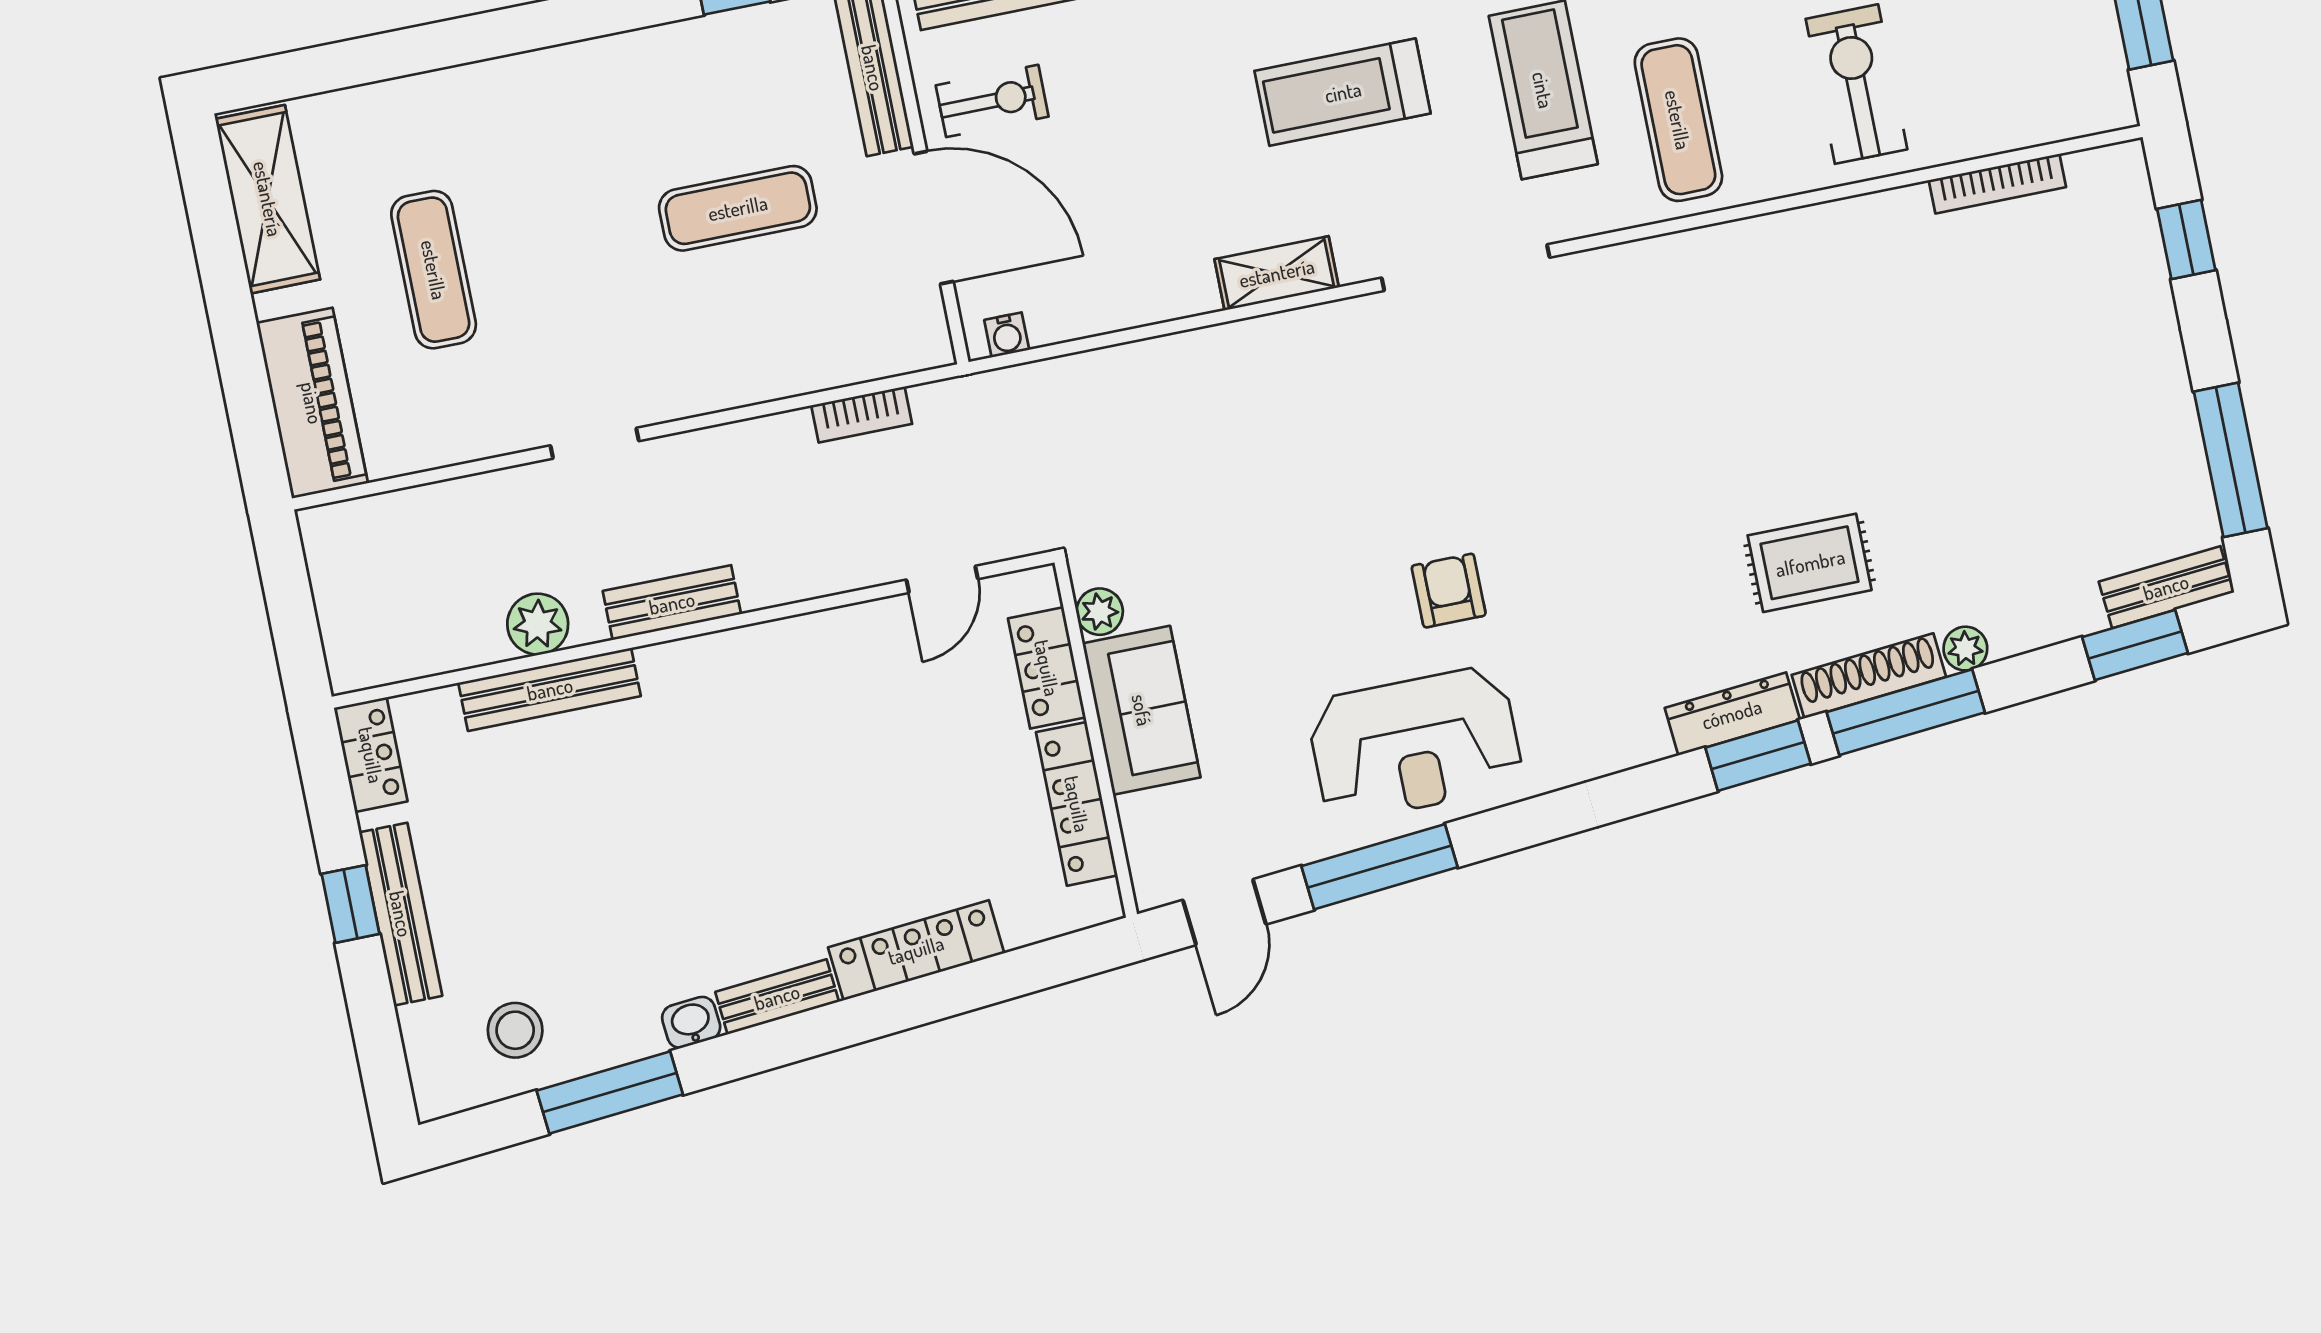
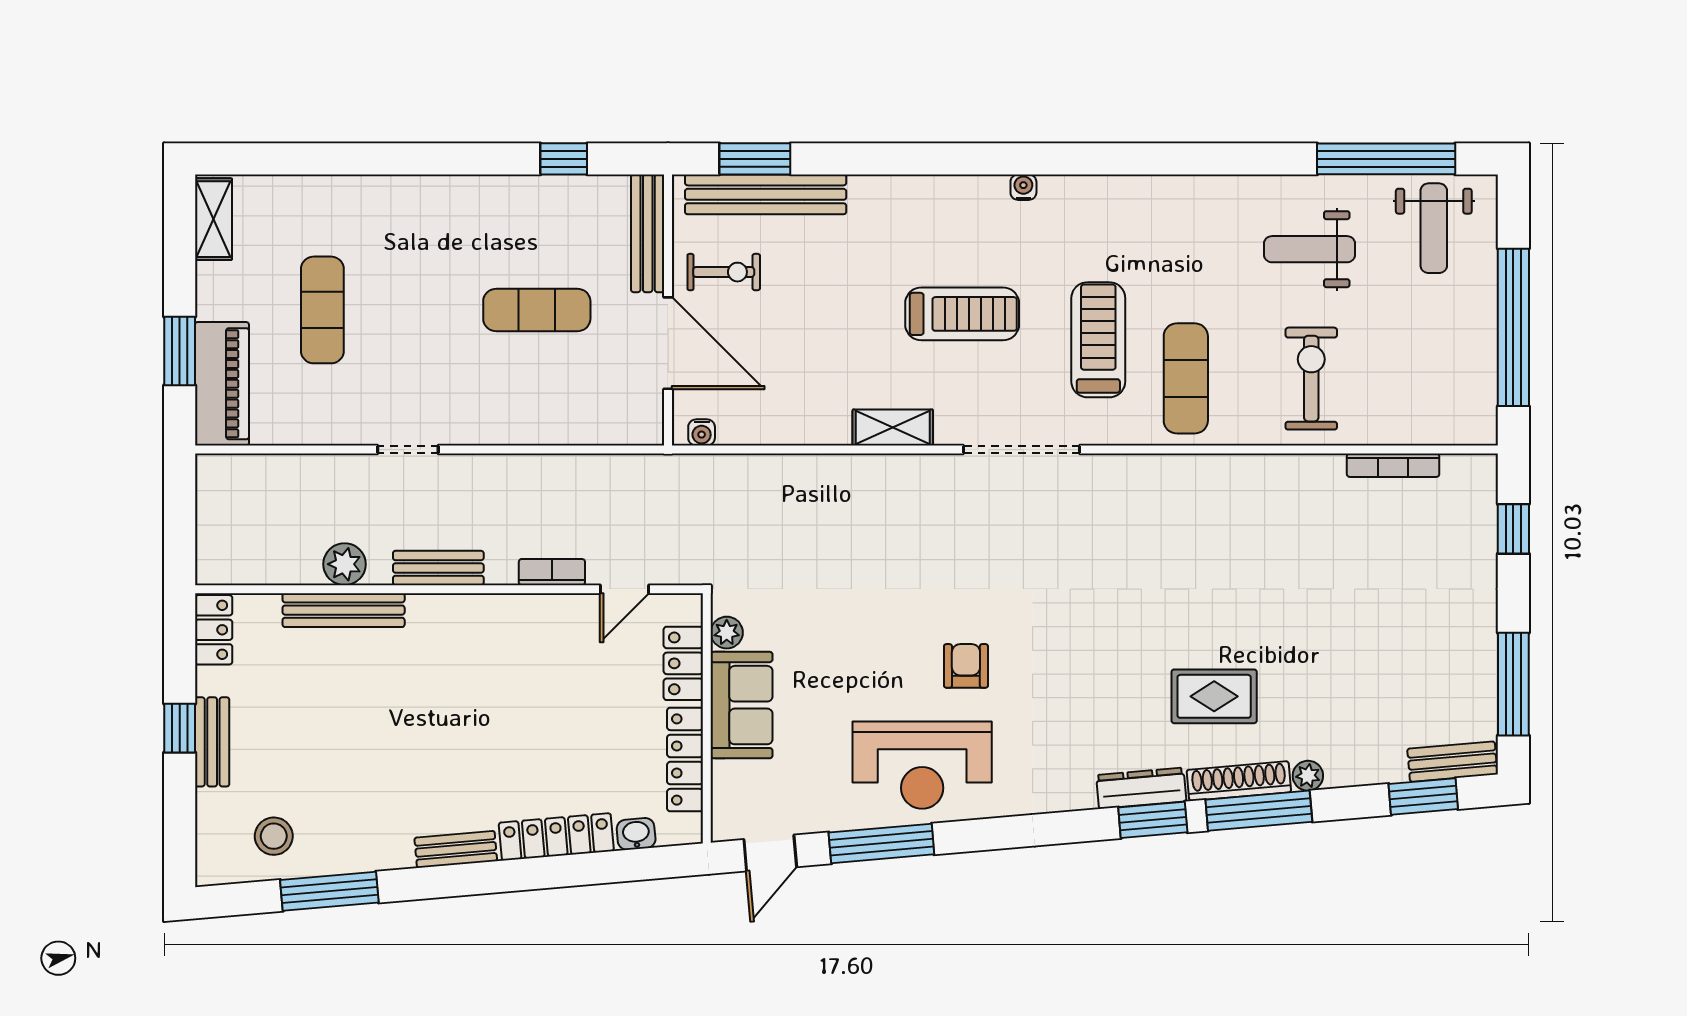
treadmill: (1343, 92) -> (962, 314), turned 180
shelving: (268, 199) -> (213, 219), width x0.67, depth x0.75
window: (243, 369) -> (180, 351), added
bookcase: (862, 415) -> (552, 572), moved, turned 180
bench: (401, 914) -> (212, 742), width x0.73
washbasin: (691, 1022) -> (636, 834), moved

